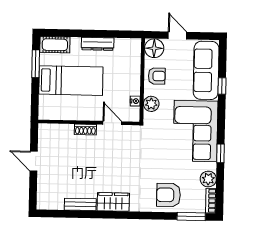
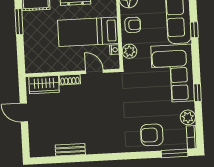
bed: (71, 81) -> (88, 32), moved, turned 180
wardrobe: (113, 202) -> (44, 85), moved, turned 180

